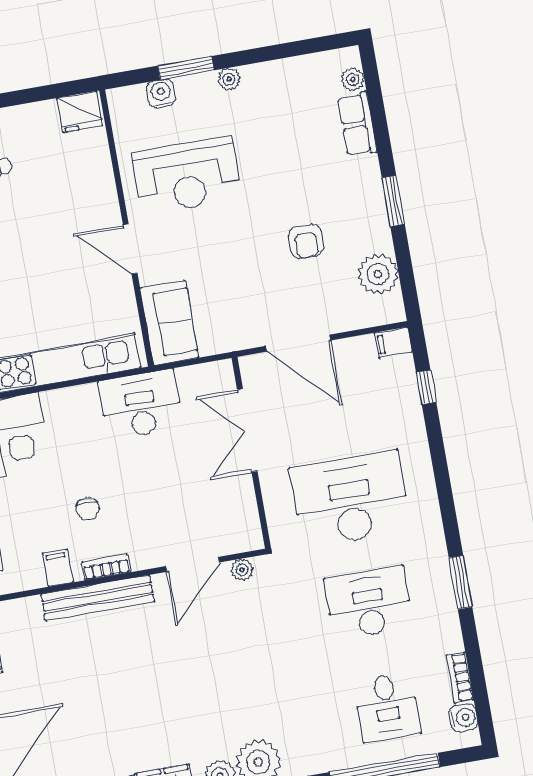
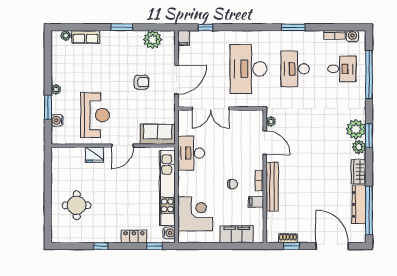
fridge: (80, 112) -> (94, 155), moved, turned 90
armchair: (306, 241) -> (141, 82), moved

